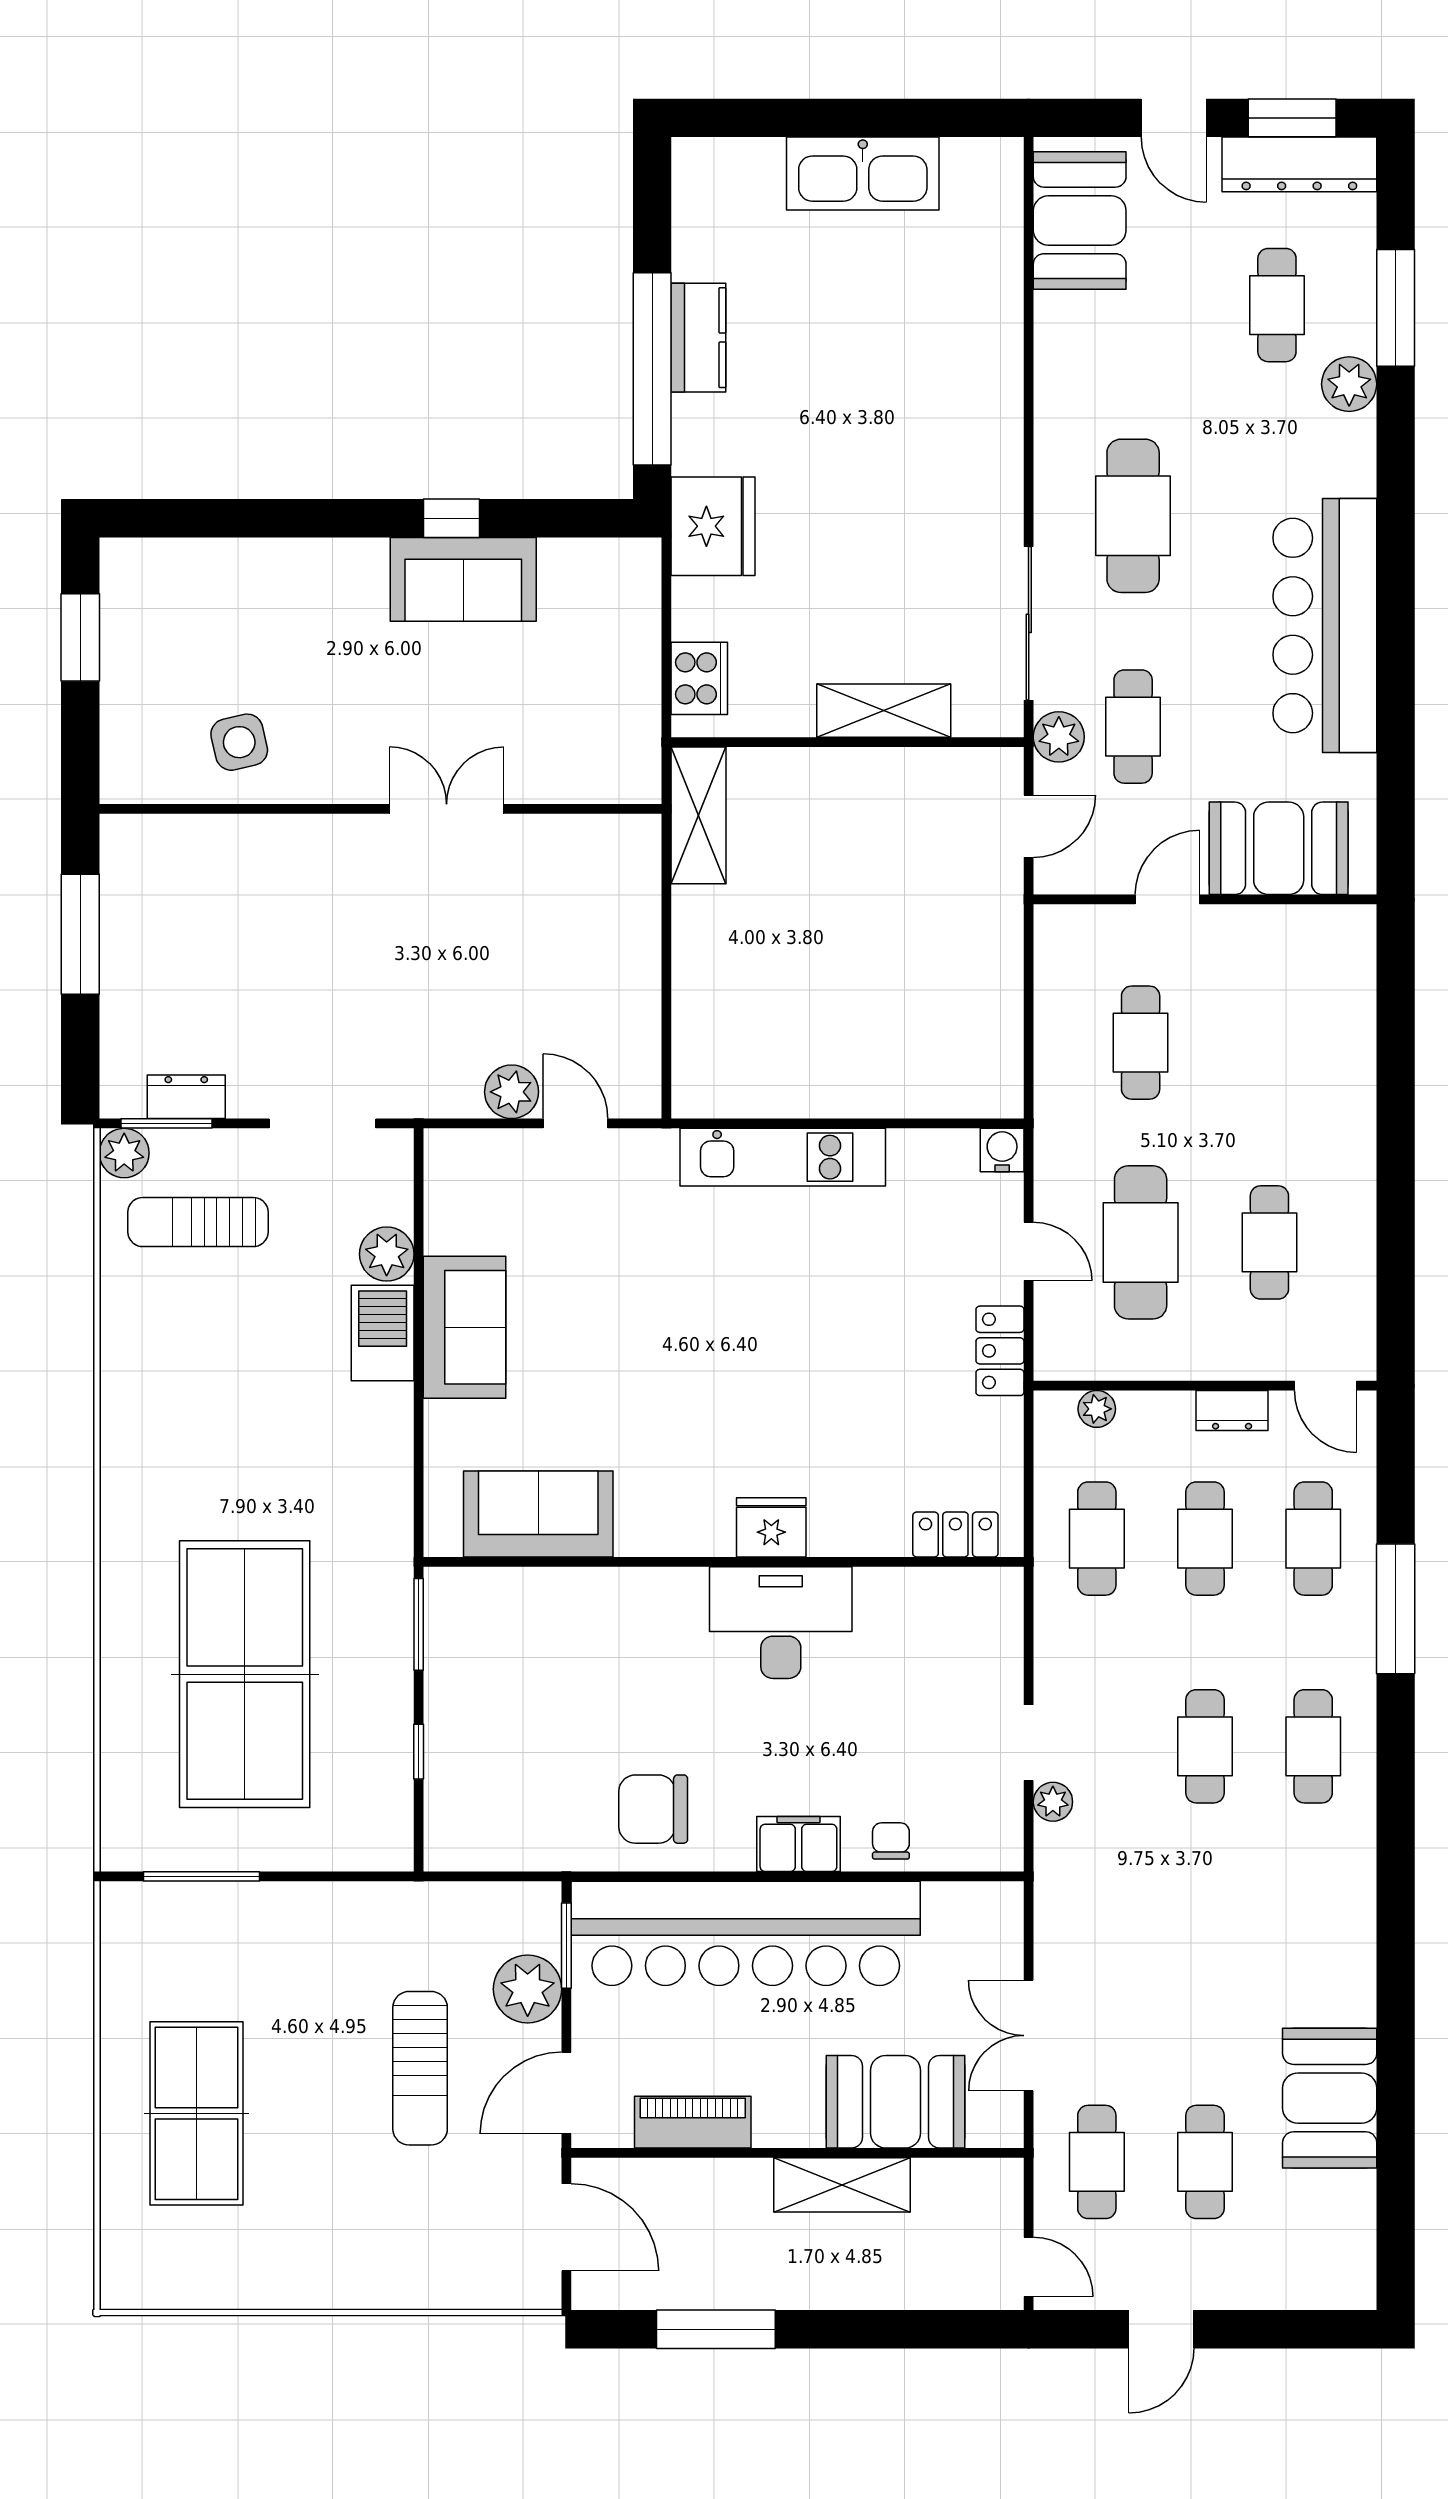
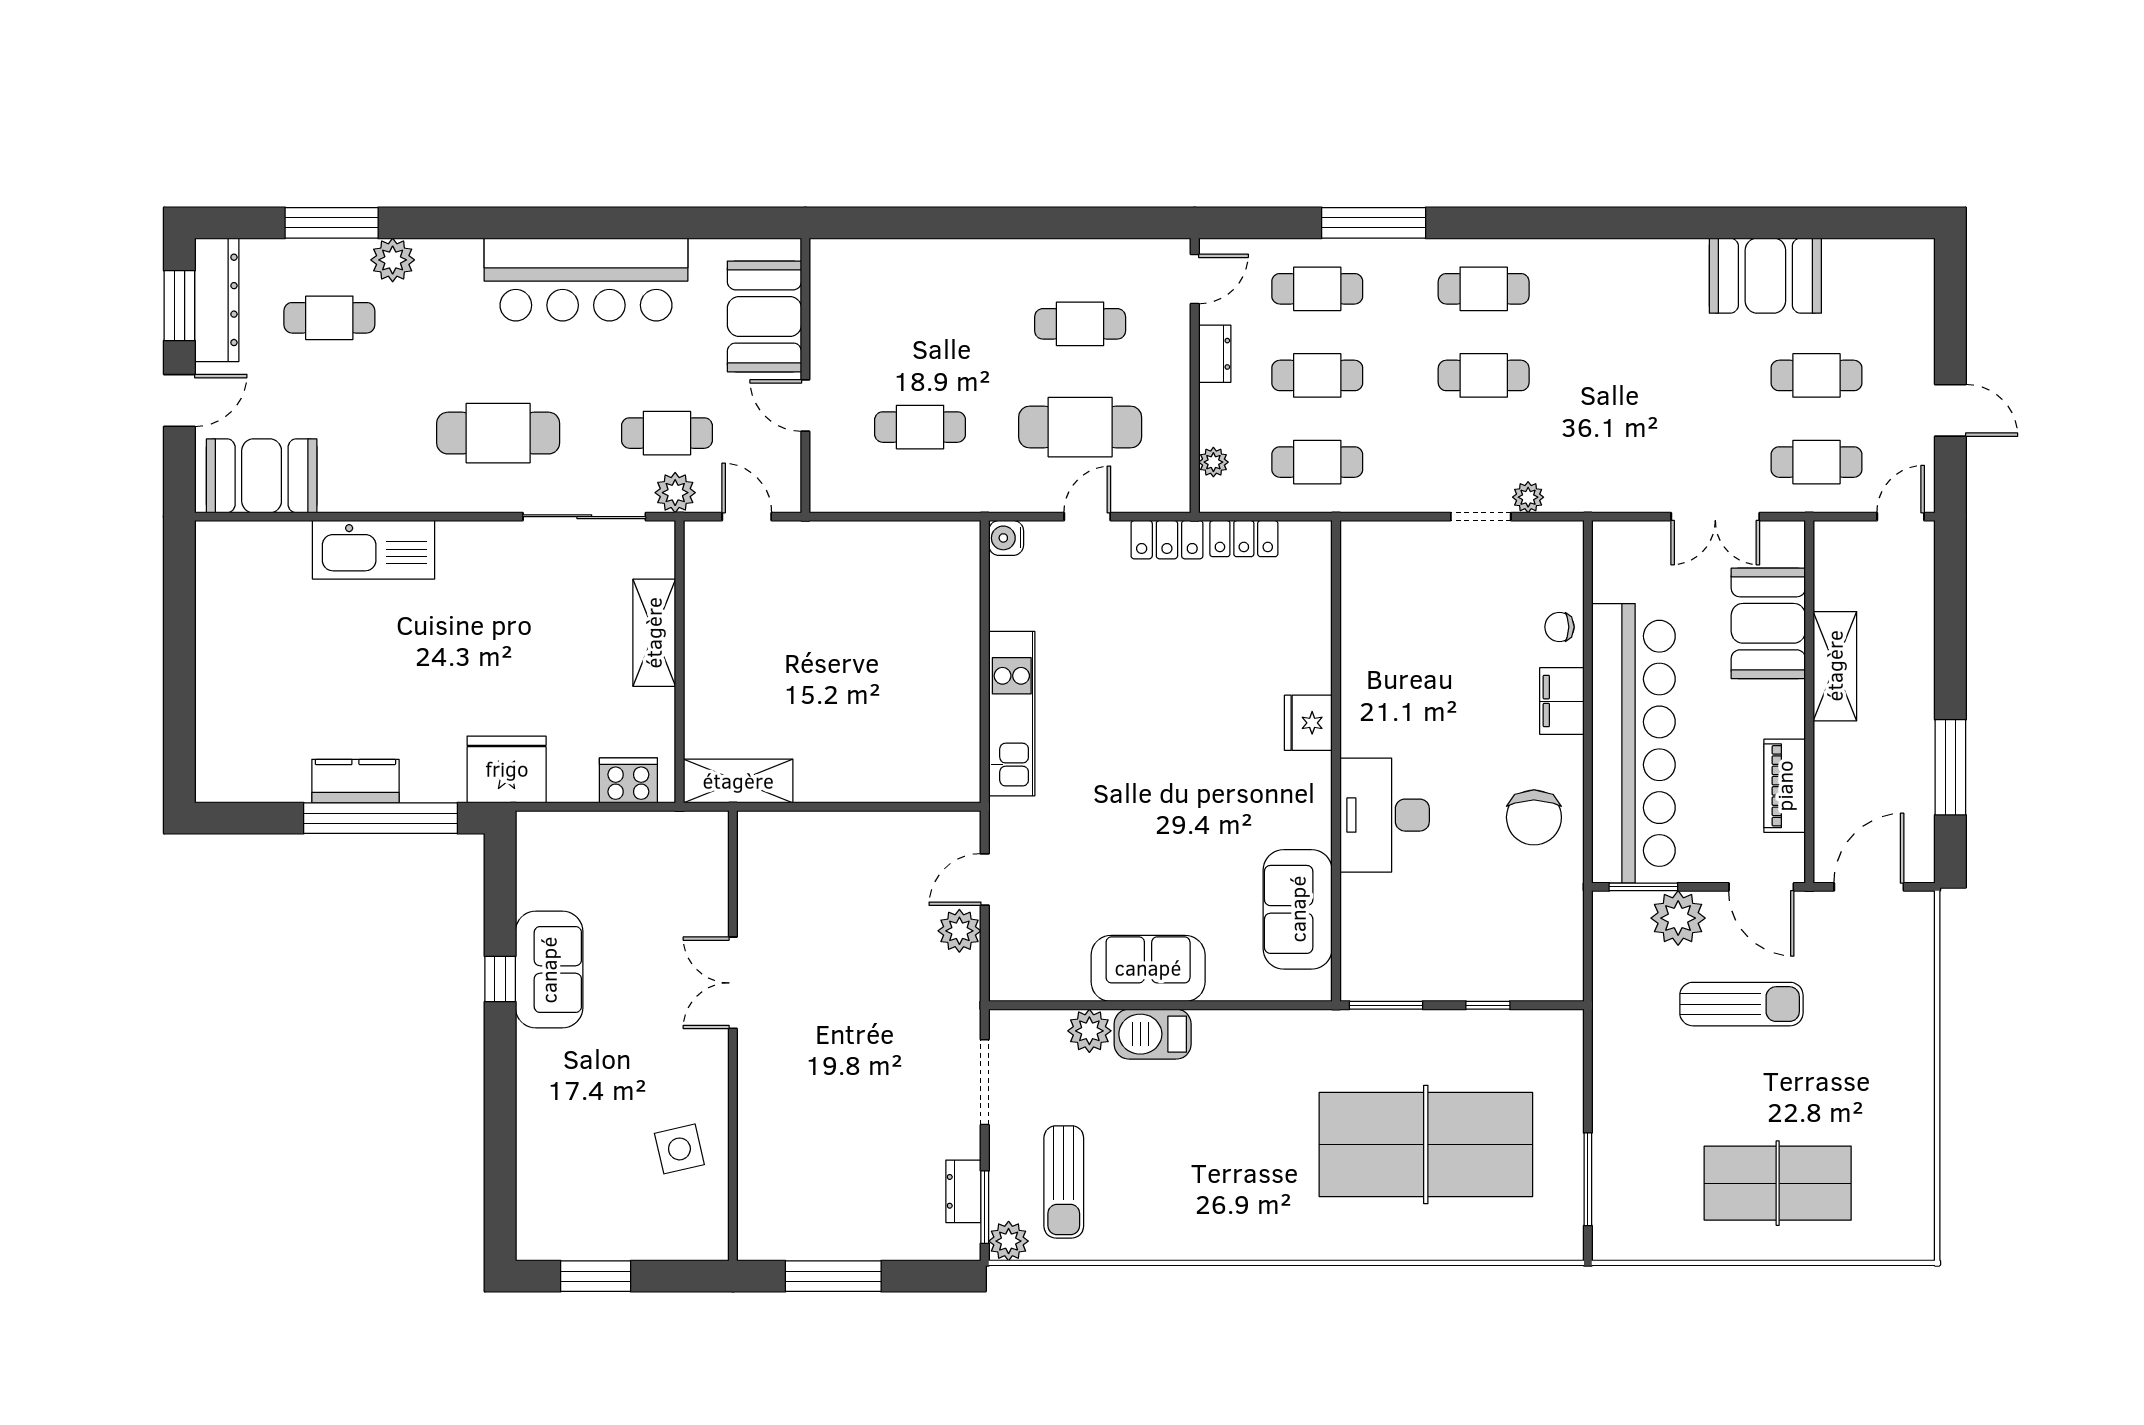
kitchen sink: (863, 173) -> (374, 550), moved, turned 90
locker: (955, 1534) -> (1244, 539), moved, turned -90
desk: (781, 1623) -> (1385, 815), moved

